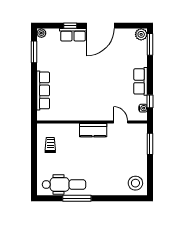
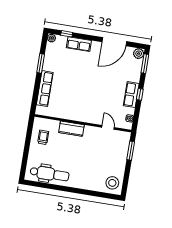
window: (70, 26) -> (67, 34), moved
door: (100, 26) -> (114, 42), moved
window: (34, 52) -> (41, 63), moved
window: (150, 101) -> (140, 94), moved
kitchen counter: (93, 130) -> (71, 129), moved
window: (77, 198) -> (59, 188), removed

